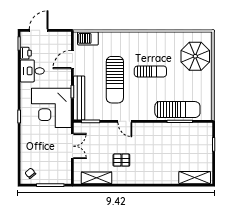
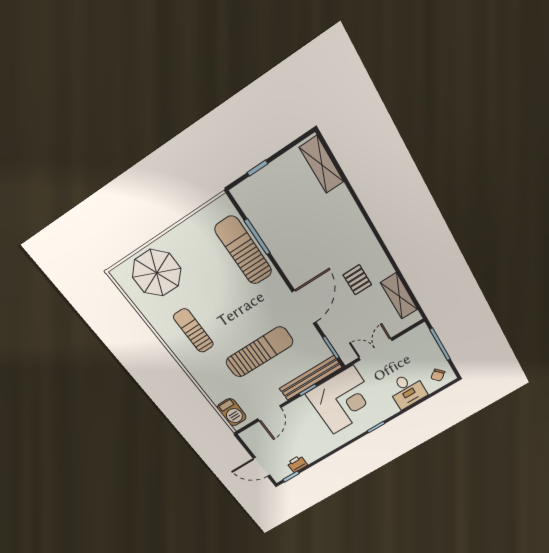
door: (72, 59) -> (269, 413), hinge flipped
desk: (32, 71) -> (407, 390), moved
sun lounger: (150, 71) -> (193, 331), moved
door: (125, 121) -> (304, 307), width x1.88

